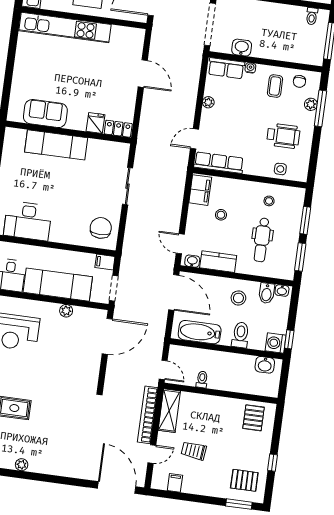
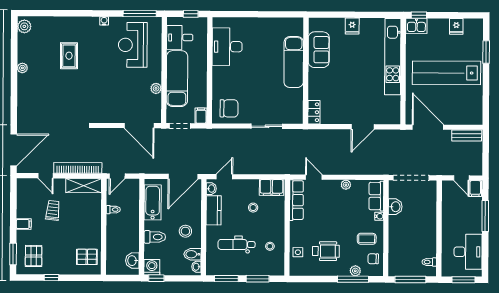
fridge: (95, 123) -> (352, 26), moved, turned 90
wheelchair: (283, 136) -> (326, 251), turned -90
filing cabinet: (175, 483) -> (24, 224), moved

